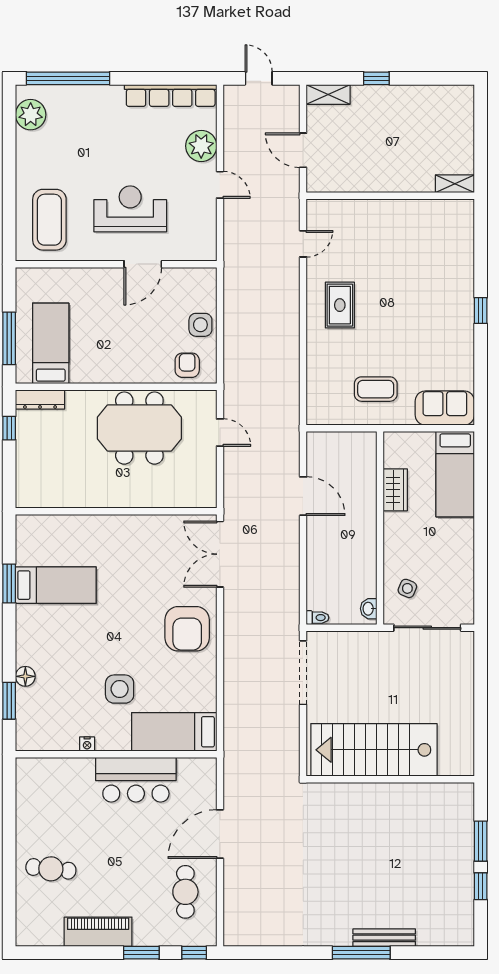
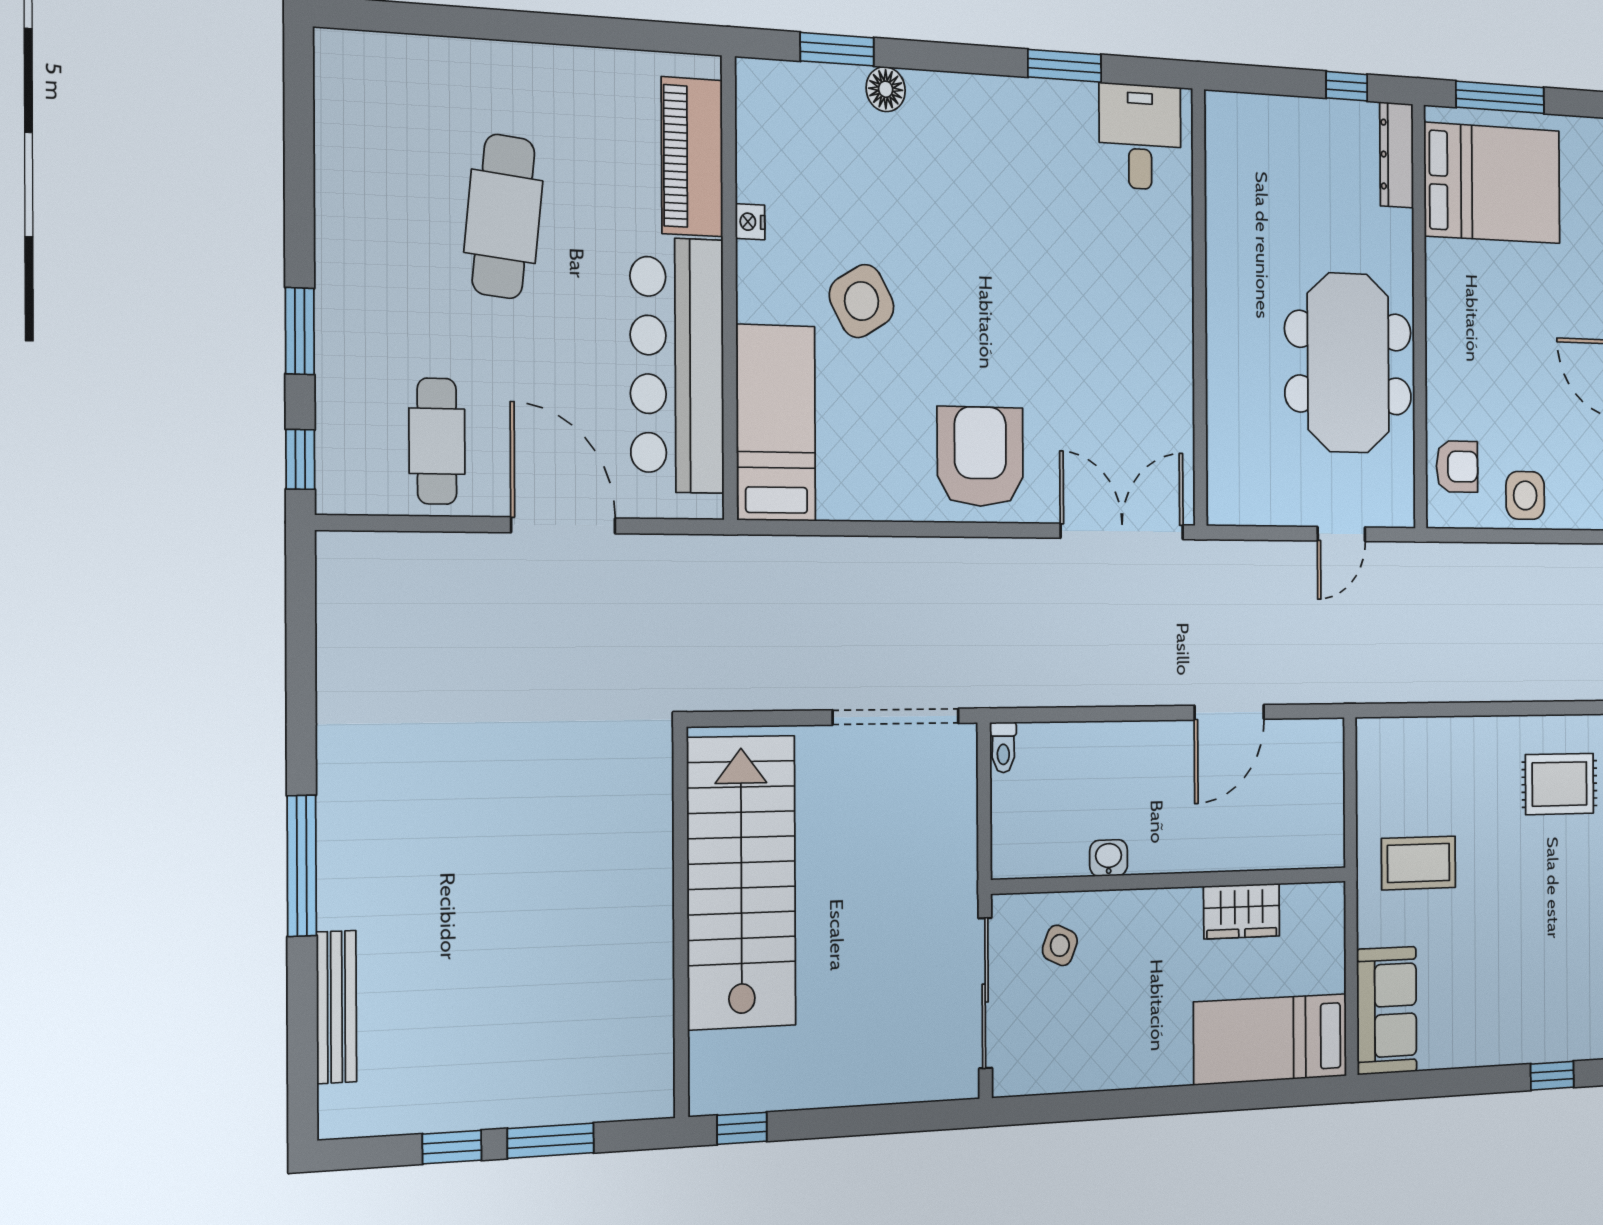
bed: (51, 343) -> (1492, 183), width x1.50
coffee table: (376, 389) -> (1419, 863), turned 90
desk: (39, 543) -> (1140, 137), added
bed: (56, 585) -> (1062, 168), removed
washbasin: (369, 609) -> (1109, 858), moved
armchair: (187, 629) -> (980, 457), turned 90
side table: (120, 689) -> (862, 301), turned -30
window: (481, 750) -> (742, 1128), added
bar counter: (136, 780) -> (677, 365), width x1.36
cafe table: (51, 869) -> (503, 216), moved, width x1.37, depth x1.35
cafe table: (185, 892) -> (437, 441), turned 90
piano: (98, 932) -> (692, 157), moved, turned 180
bench: (384, 938) -> (336, 1007), moved

